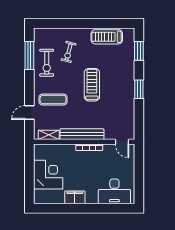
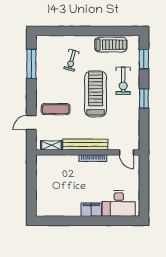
treadmill: (107, 37) -> (111, 45), turned 180
exercise bike: (47, 63) -> (123, 81), moved
treadmill: (92, 85) -> (96, 94), width x1.37, depth x1.38
corner desk: (48, 175) -> (51, 186), removed
filing cabinet: (75, 197) -> (91, 210), moved

